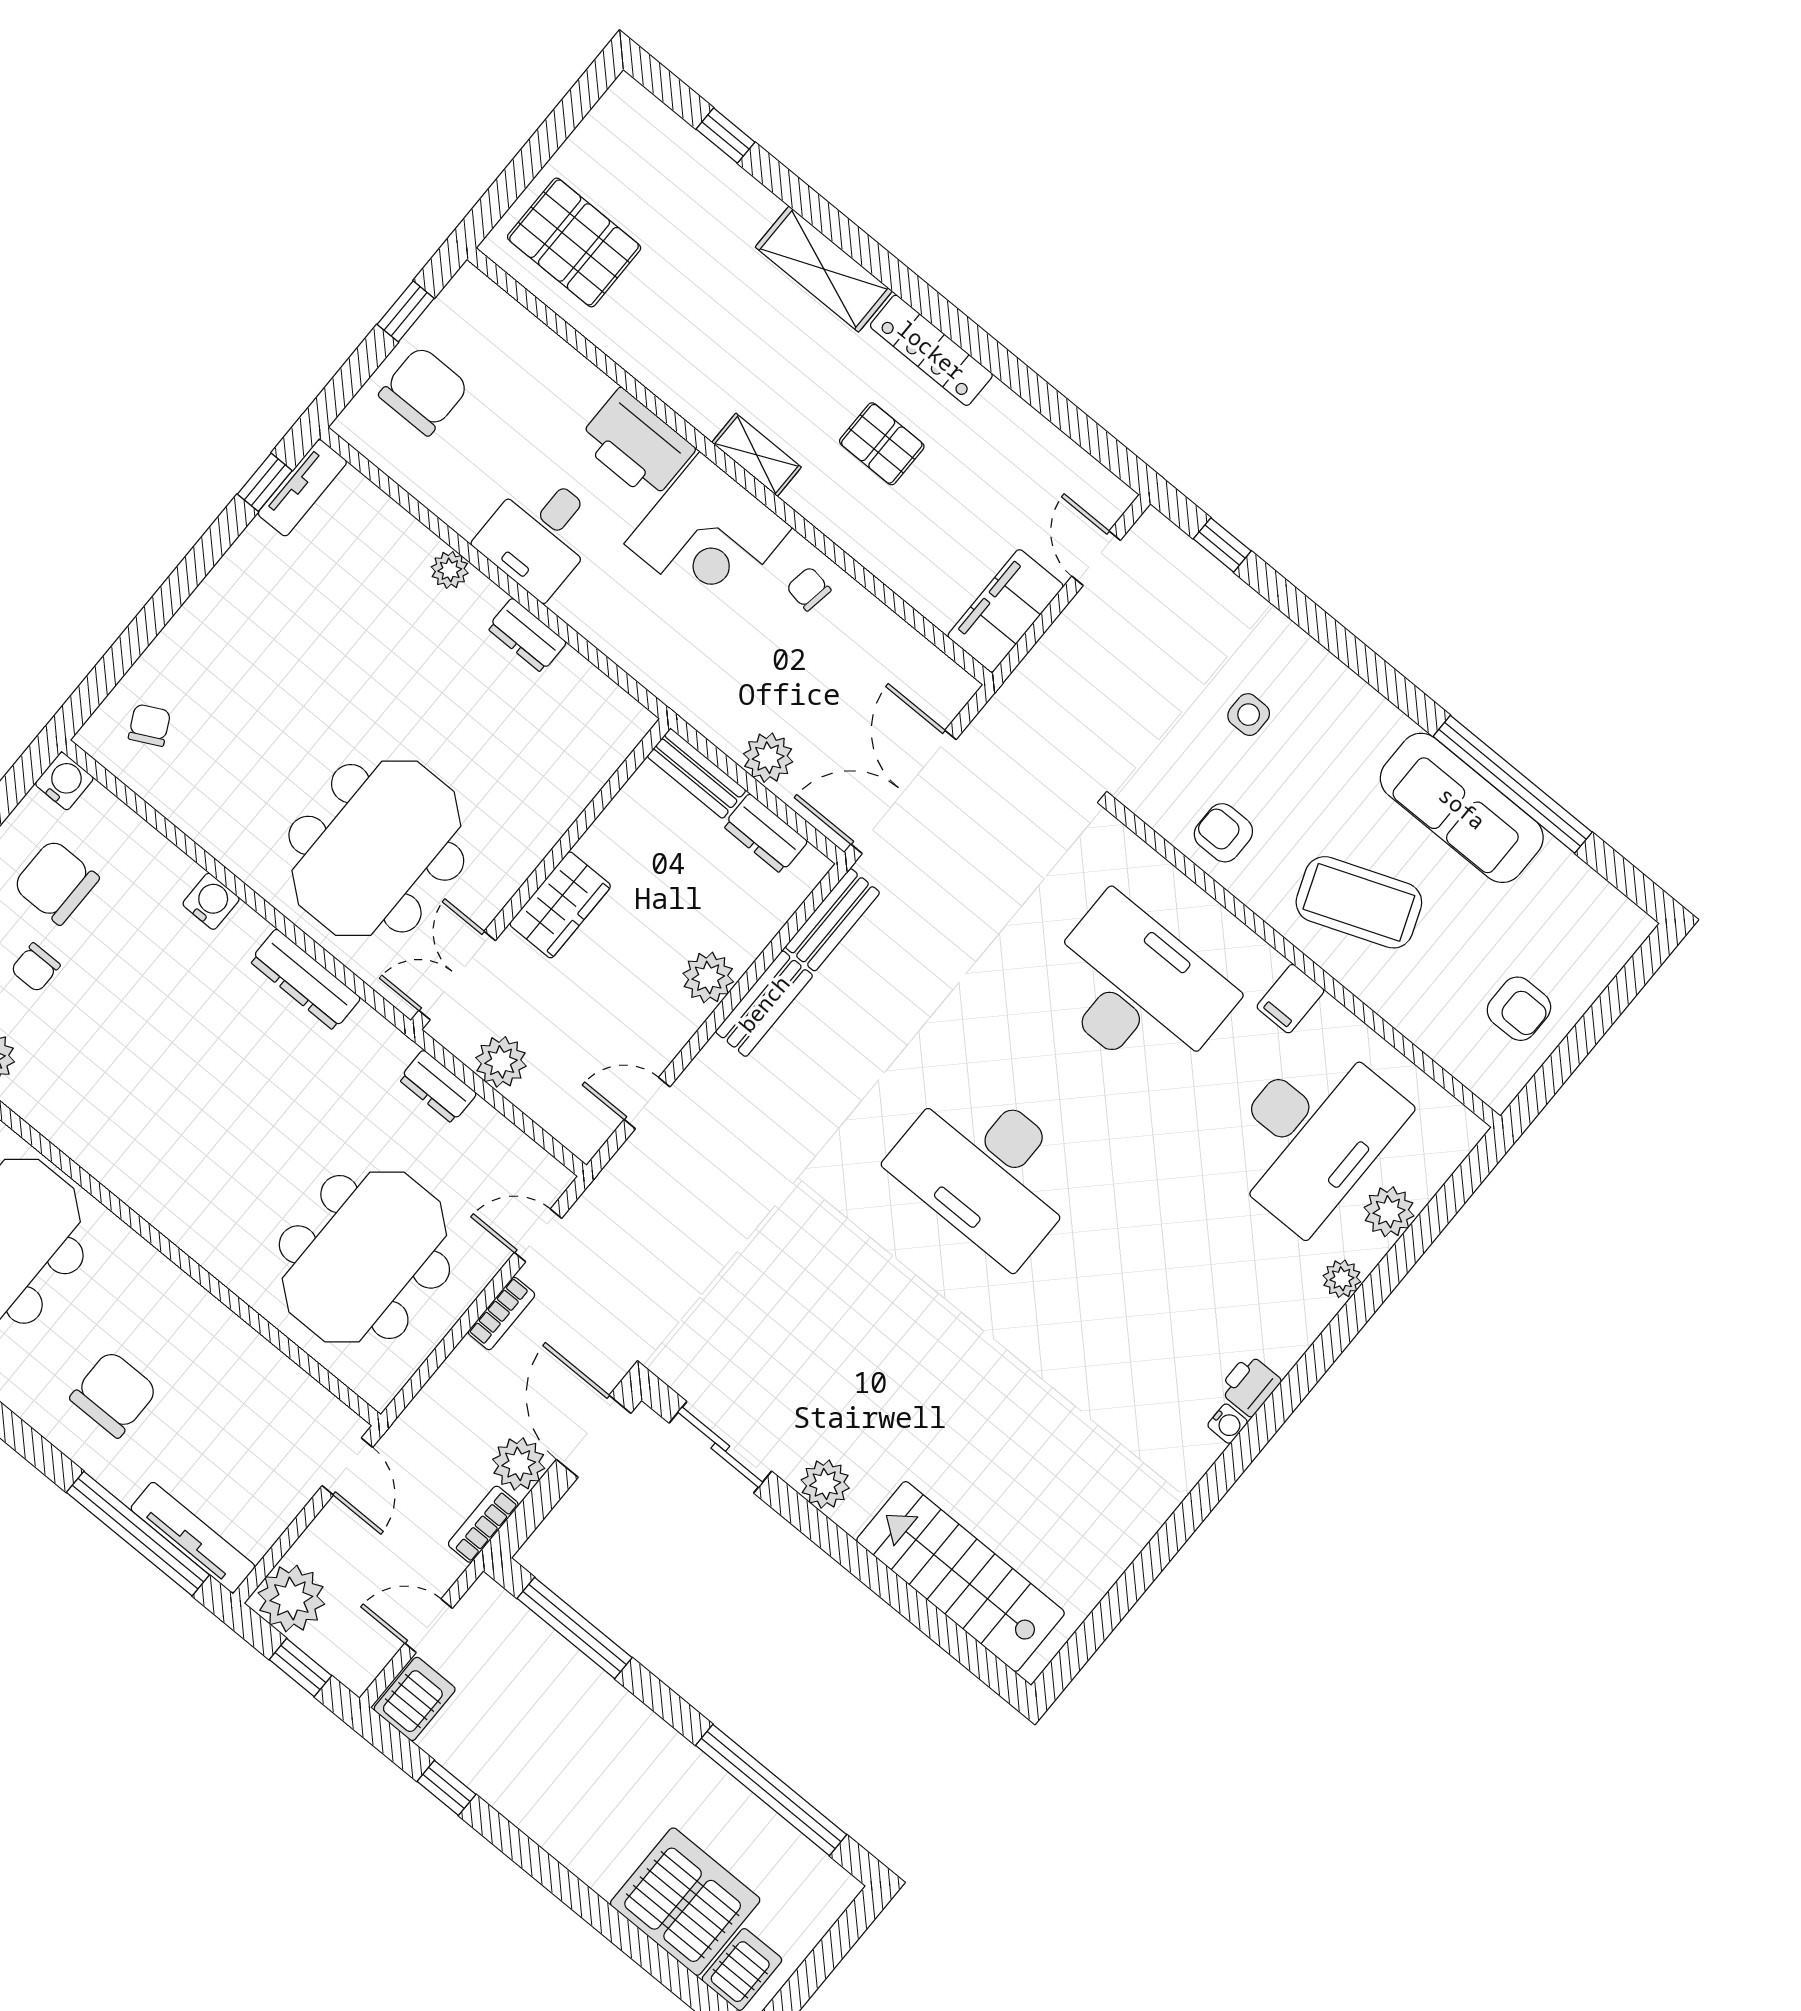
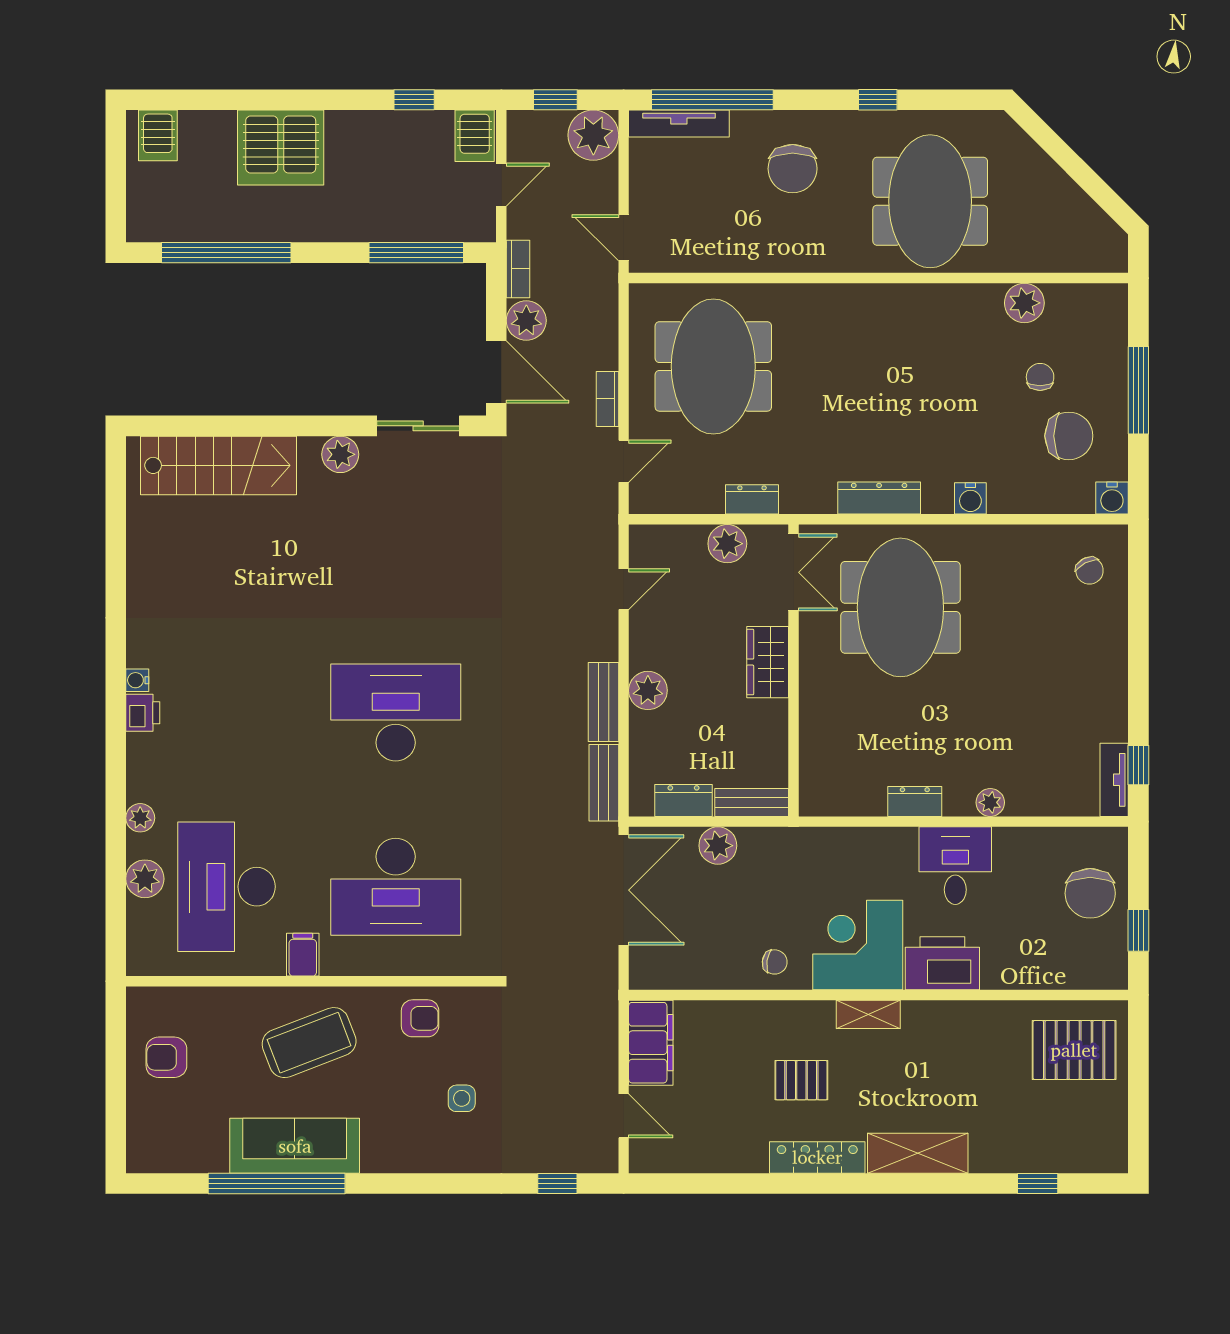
server rack: (685, 1902) -> (281, 148), moved

